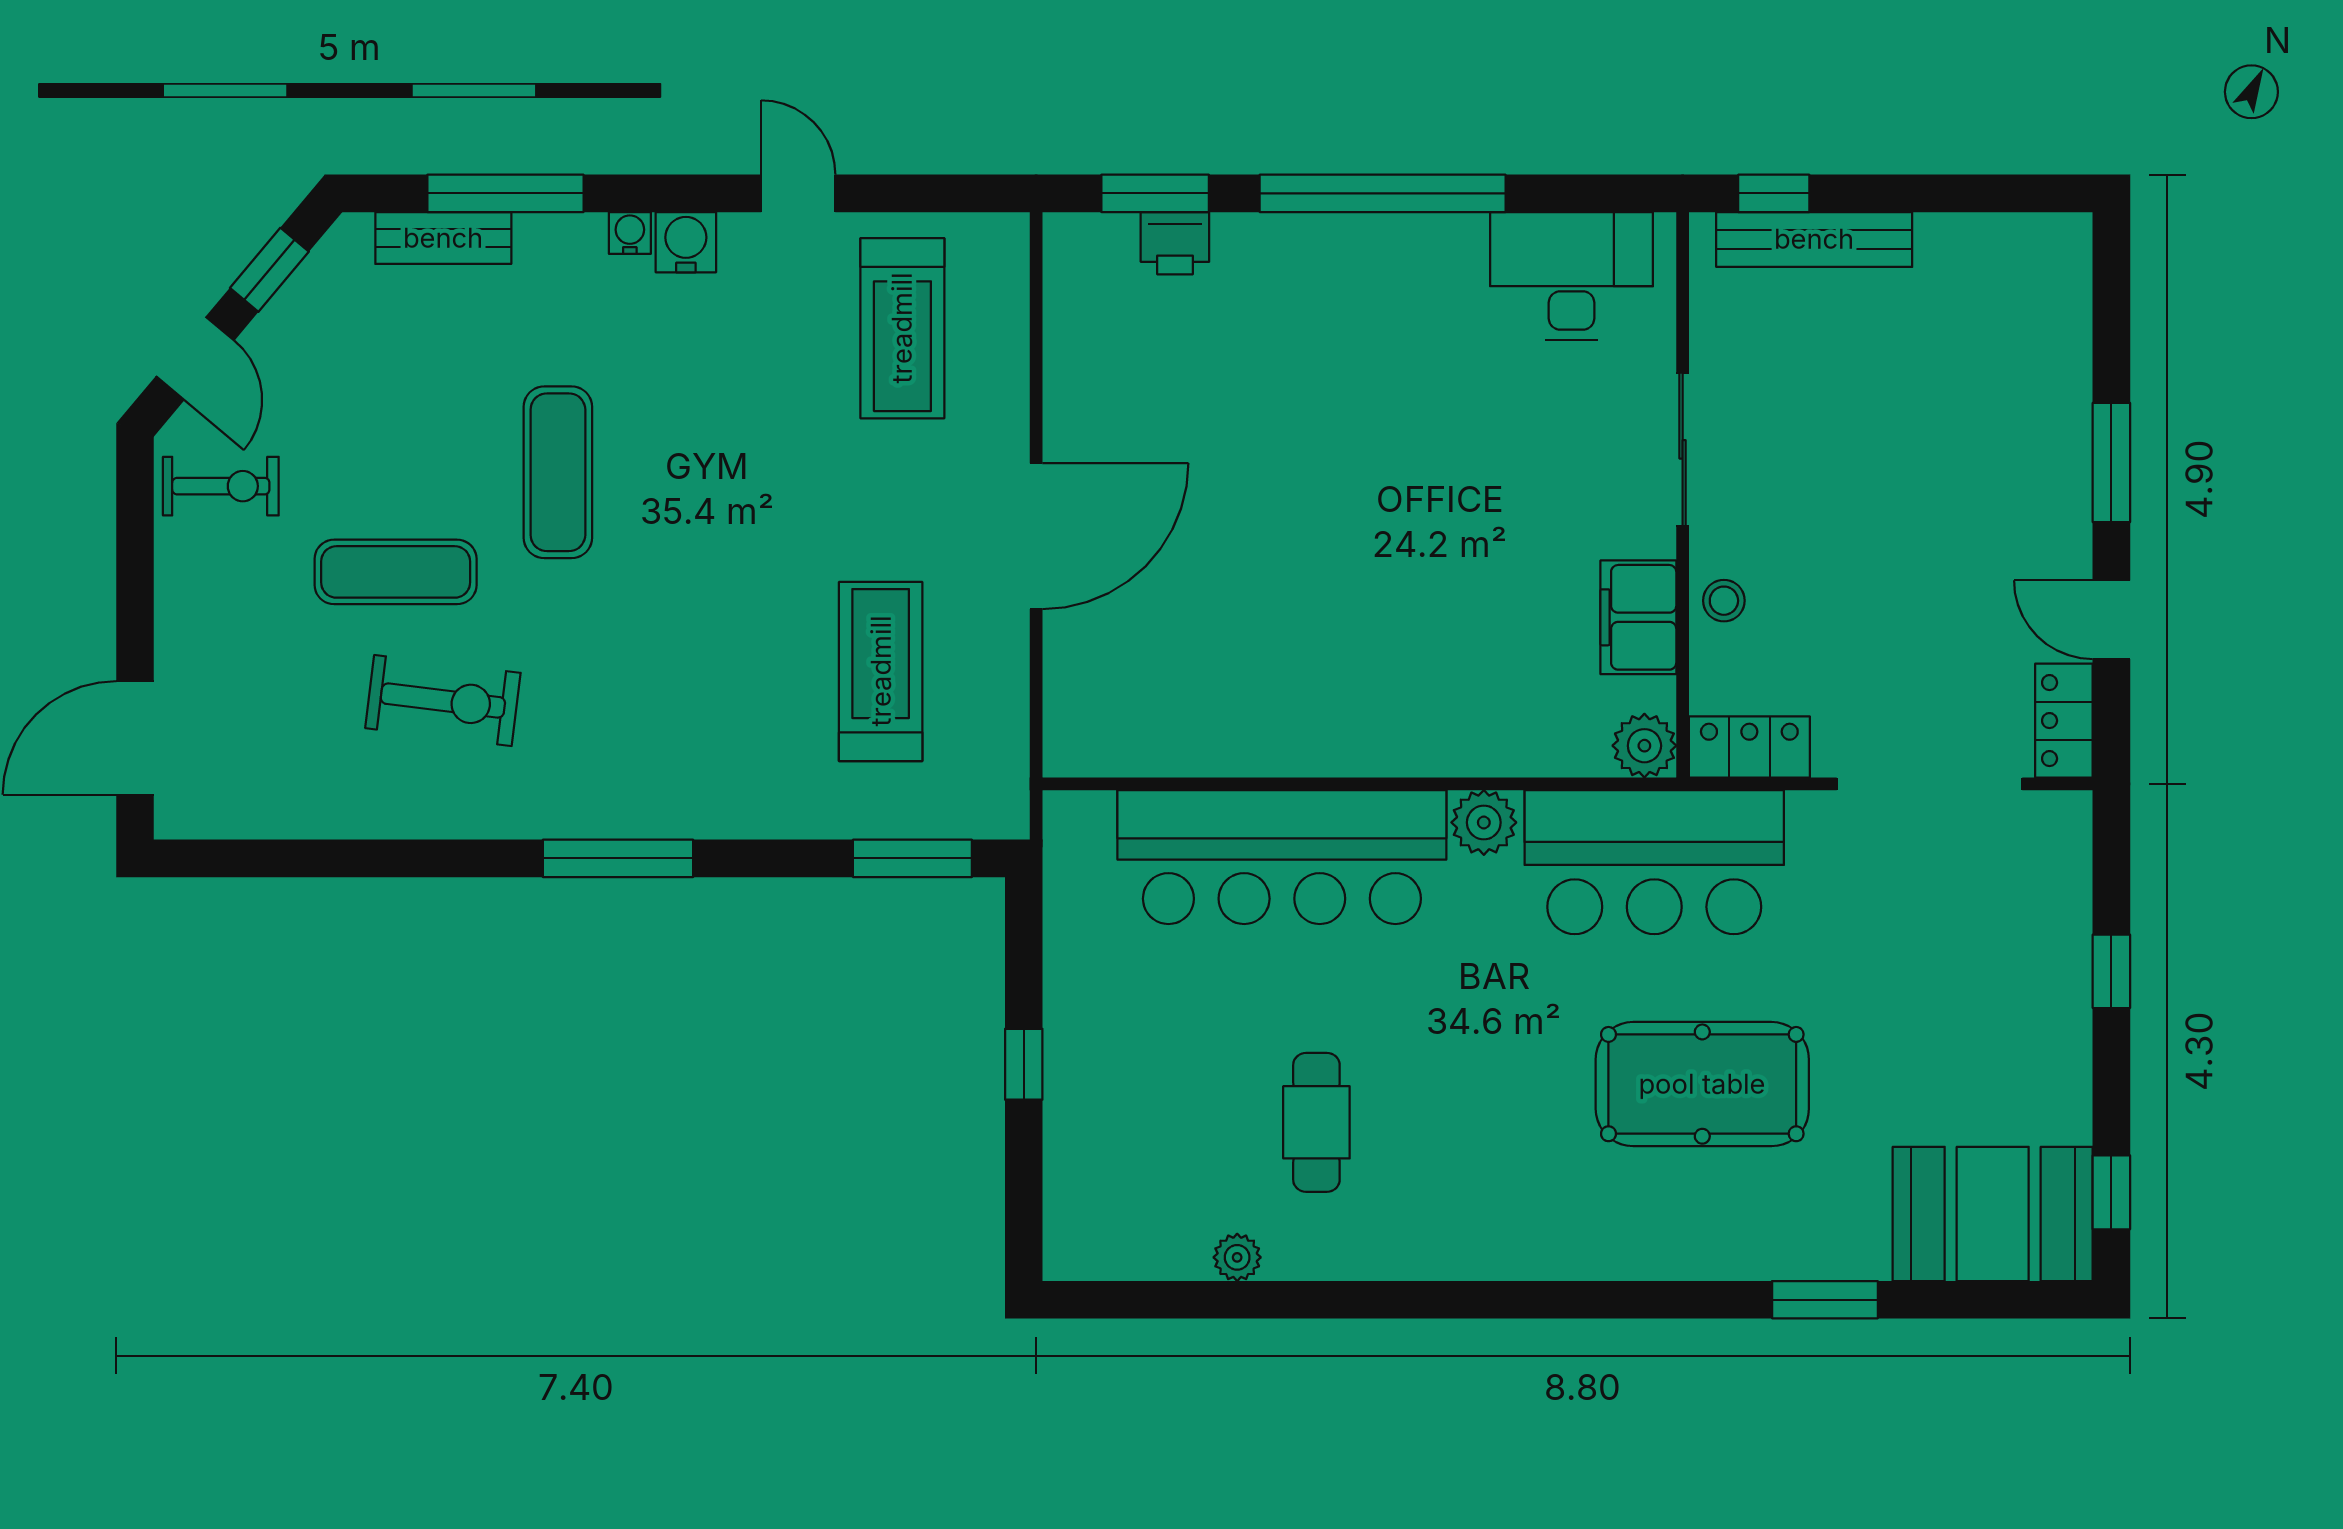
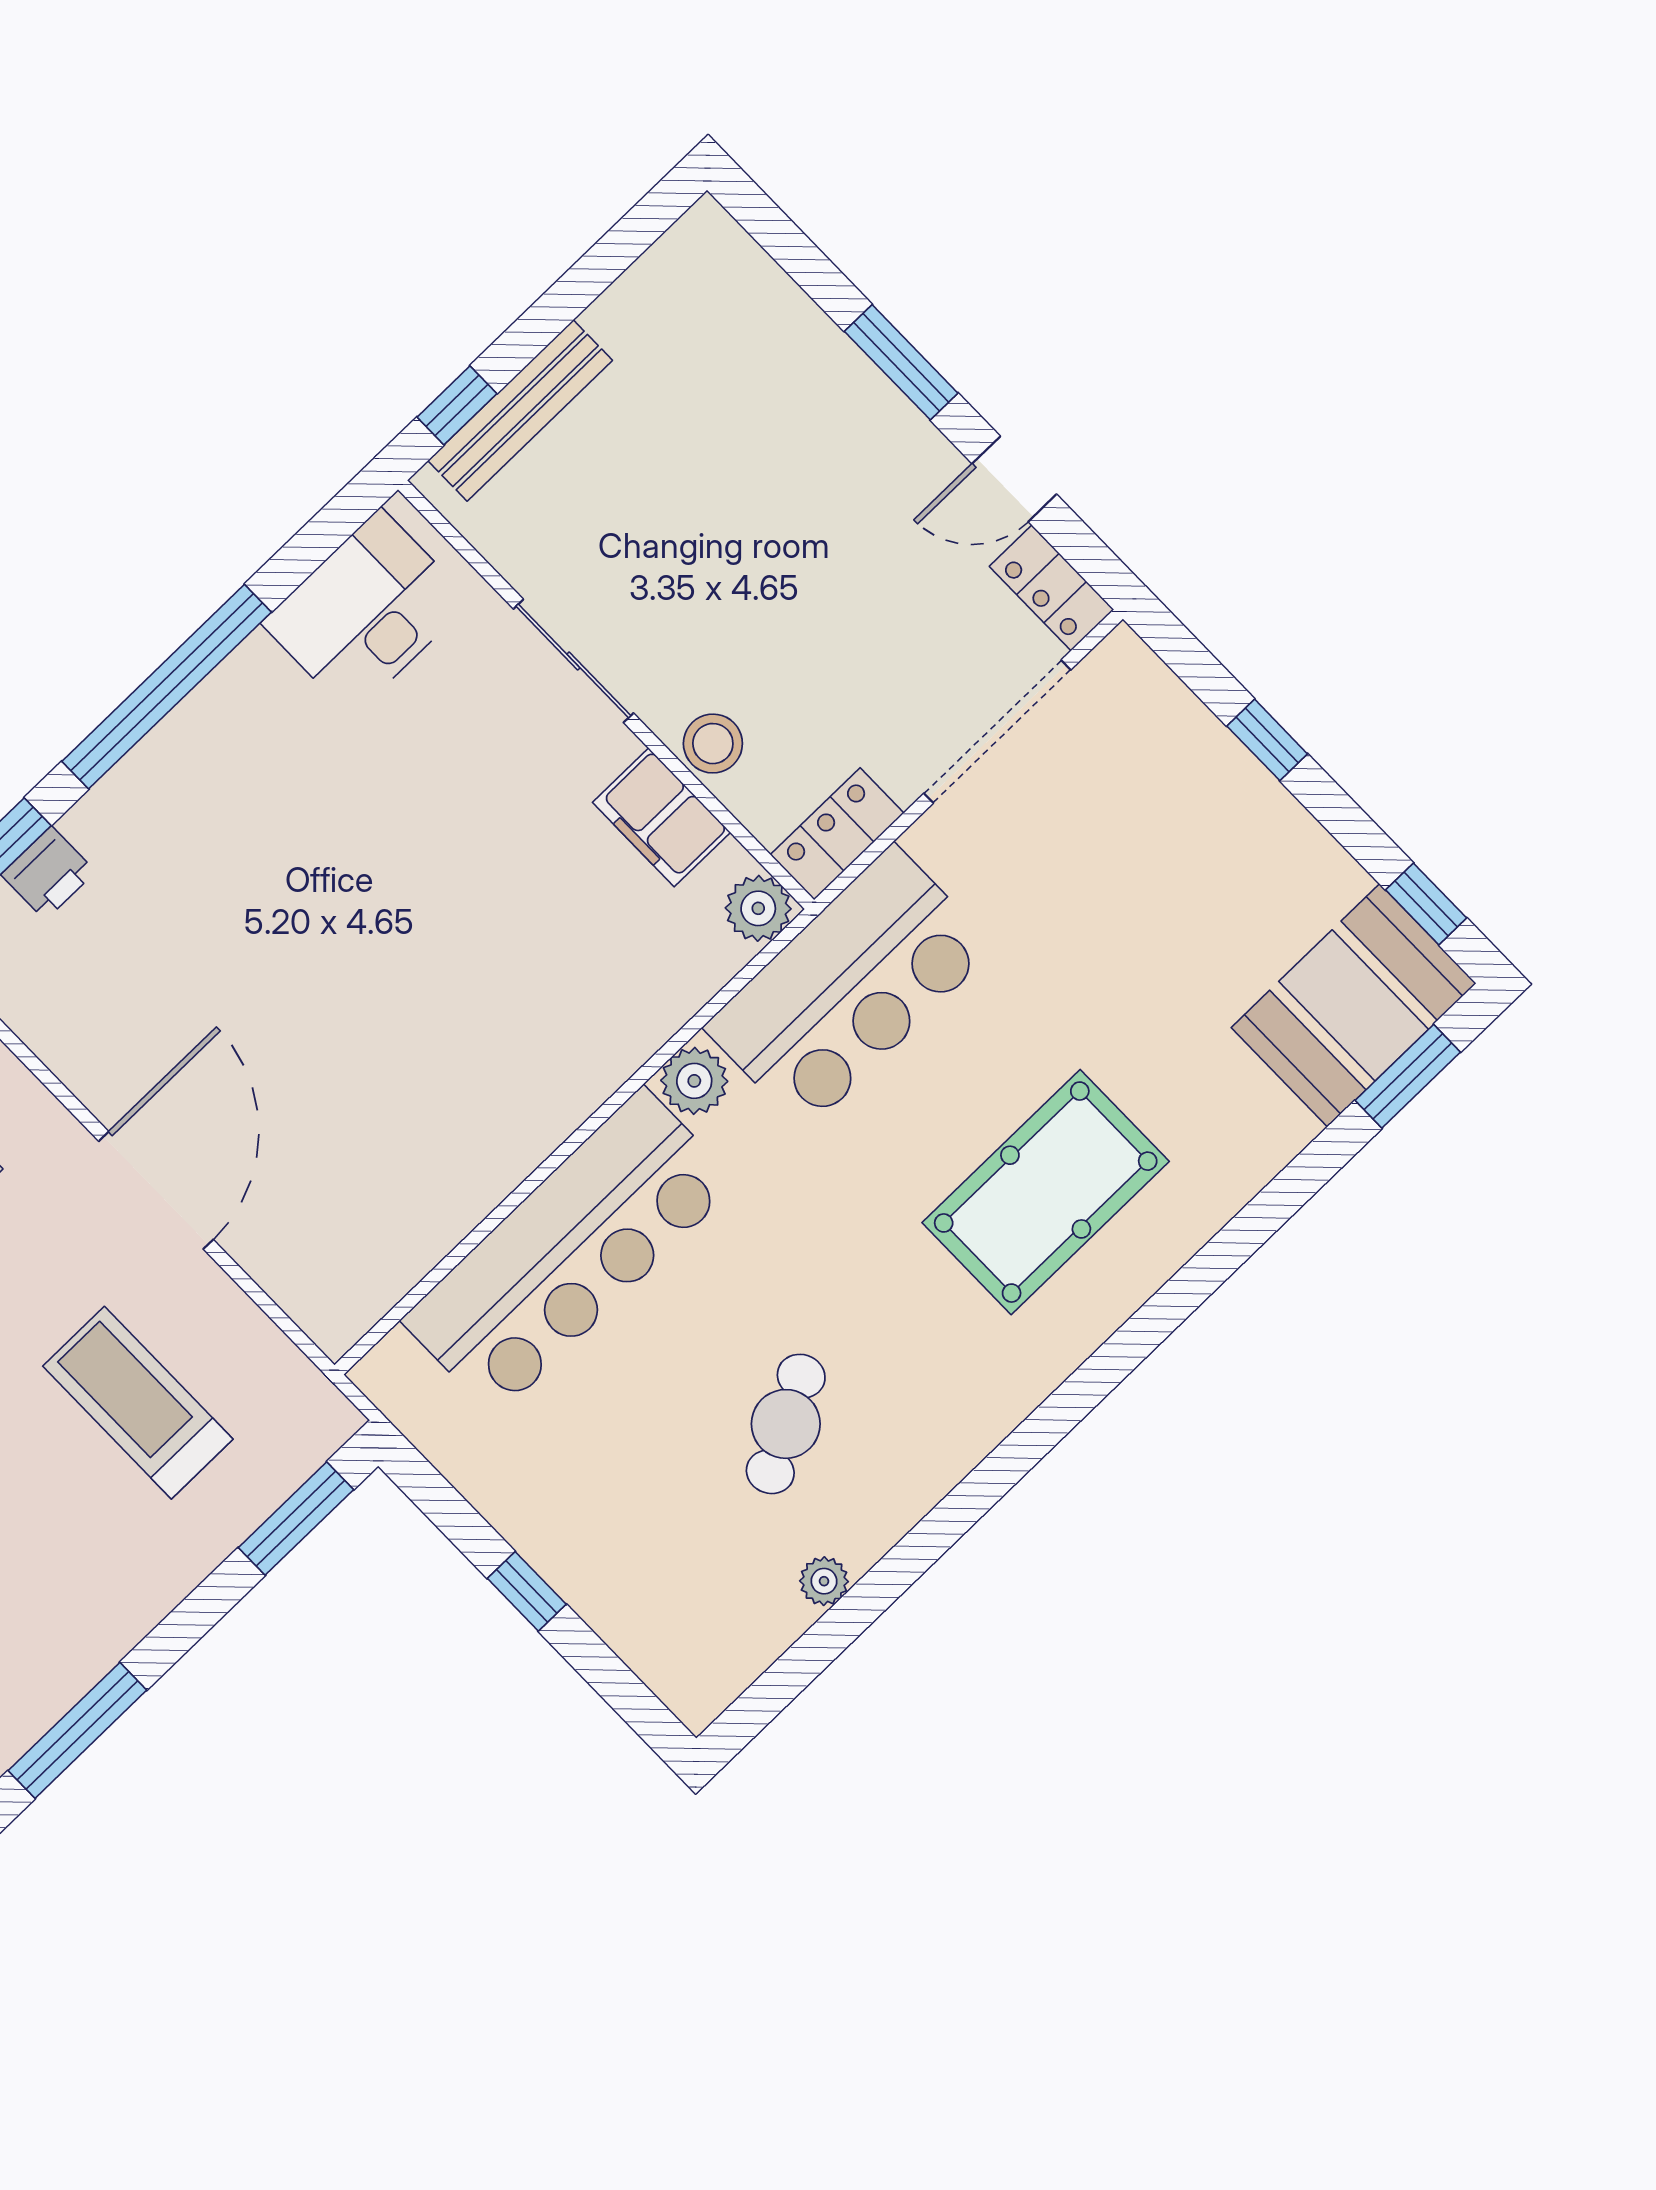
stool: (1724, 601) -> (713, 744), width x1.37, depth x1.37
pool table: (1702, 1084) -> (1046, 1192), moved
cafe table: (1316, 1122) -> (786, 1424), turned 62
window: (1825, 1300) -> (1408, 1076), moved

